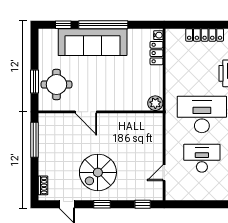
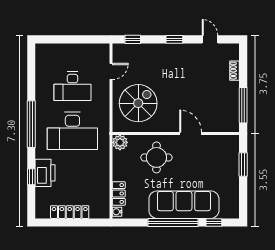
round table: (56, 84) -> (156, 157), moved
spiral stairs: (98, 172) -> (138, 103), moved
shoe rack: (43, 185) -> (235, 71), moved

